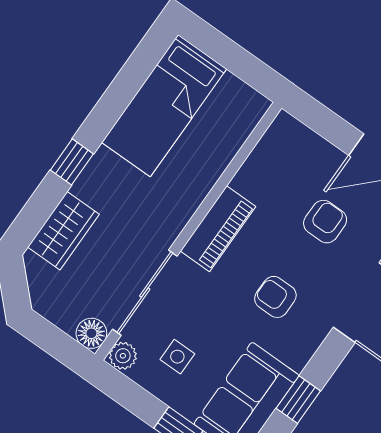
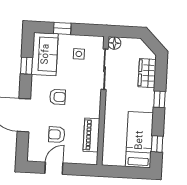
window: (134, 75) -> (157, 144), added
armchair: (325, 222) -> (57, 135), turned 90
piano: (218, 229) -> (91, 135), moved
plant: (123, 356) -> (98, 42), removed

